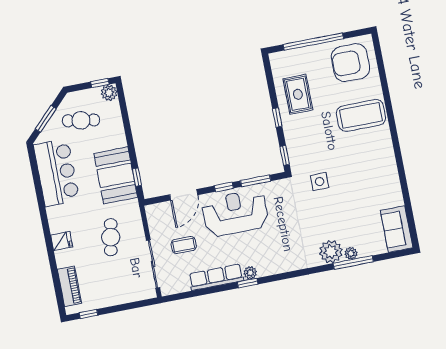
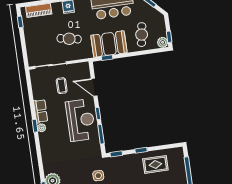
cafe table: (81, 120) -> (142, 35), moved
row of seats: (216, 277) -> (41, 111), width x0.68

